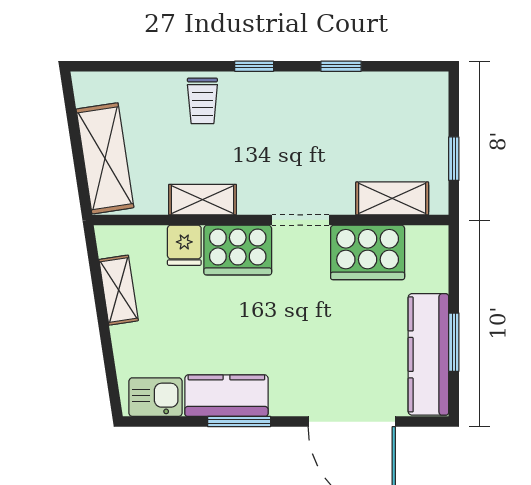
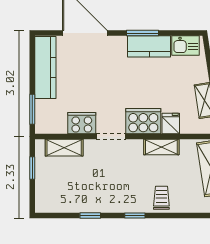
cooker: (368, 252) -> (82, 123), width x0.73, depth x0.76
window: (454, 342) -> (32, 109), moved

